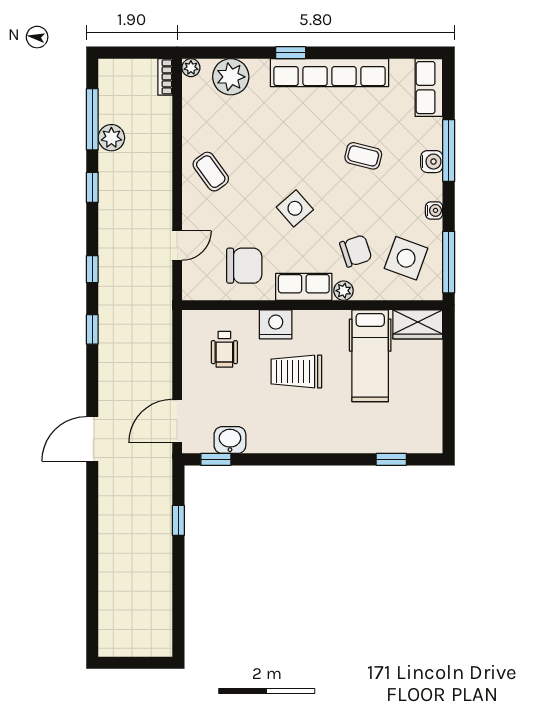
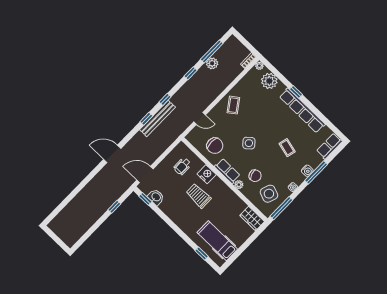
bench: (110, 312) -> (157, 118), added
hospital bed: (370, 356) -> (217, 241), moved, turned 90

